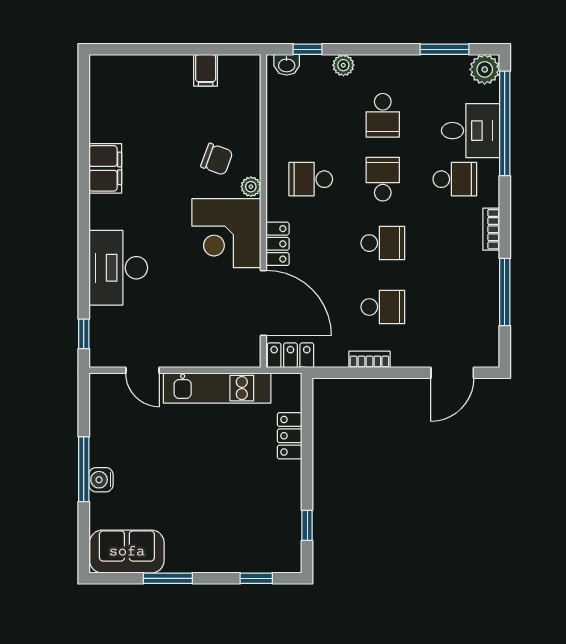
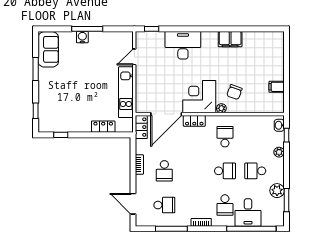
plant: (485, 69) -> (277, 191), moved
school desk: (383, 243) -> (164, 205), moved, turned -90

